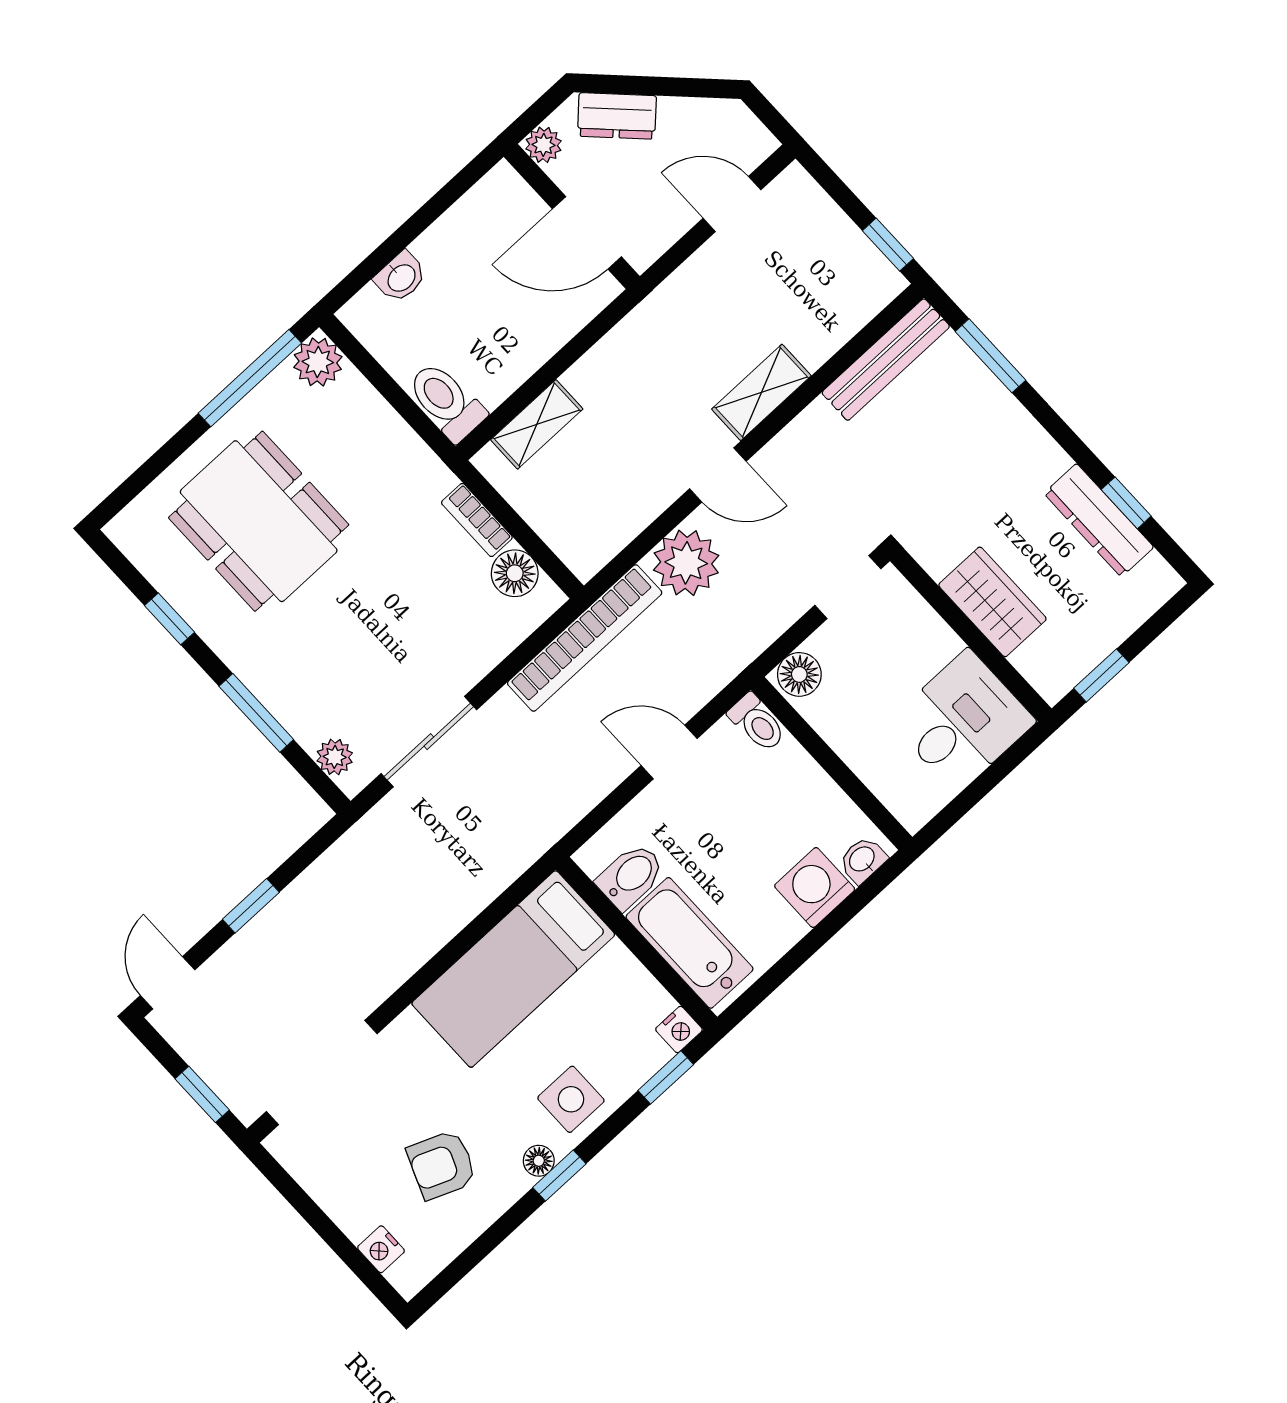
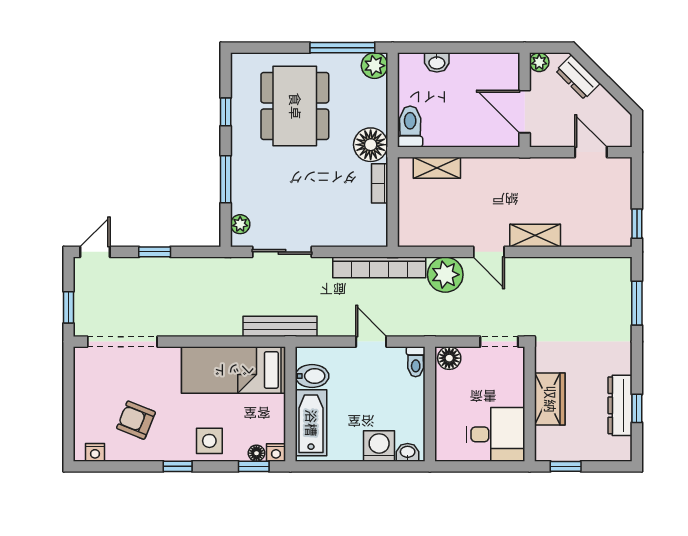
bench: (886, 360) -> (280, 326), moved
floor lamp: (515, 573) -> (371, 145), moved, width x1.38, depth x1.38
floor lamp: (539, 1161) -> (256, 453), moved
nightstand: (381, 1249) -> (95, 452), moved, turned -90

